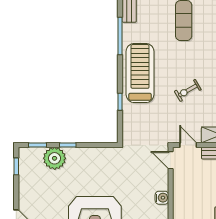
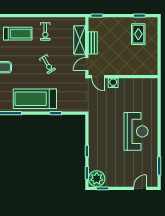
plant: (55, 158) -> (97, 179), moved
door: (171, 160) -> (98, 77), hinge flipped
water cooler: (162, 198) -> (113, 83), moved

